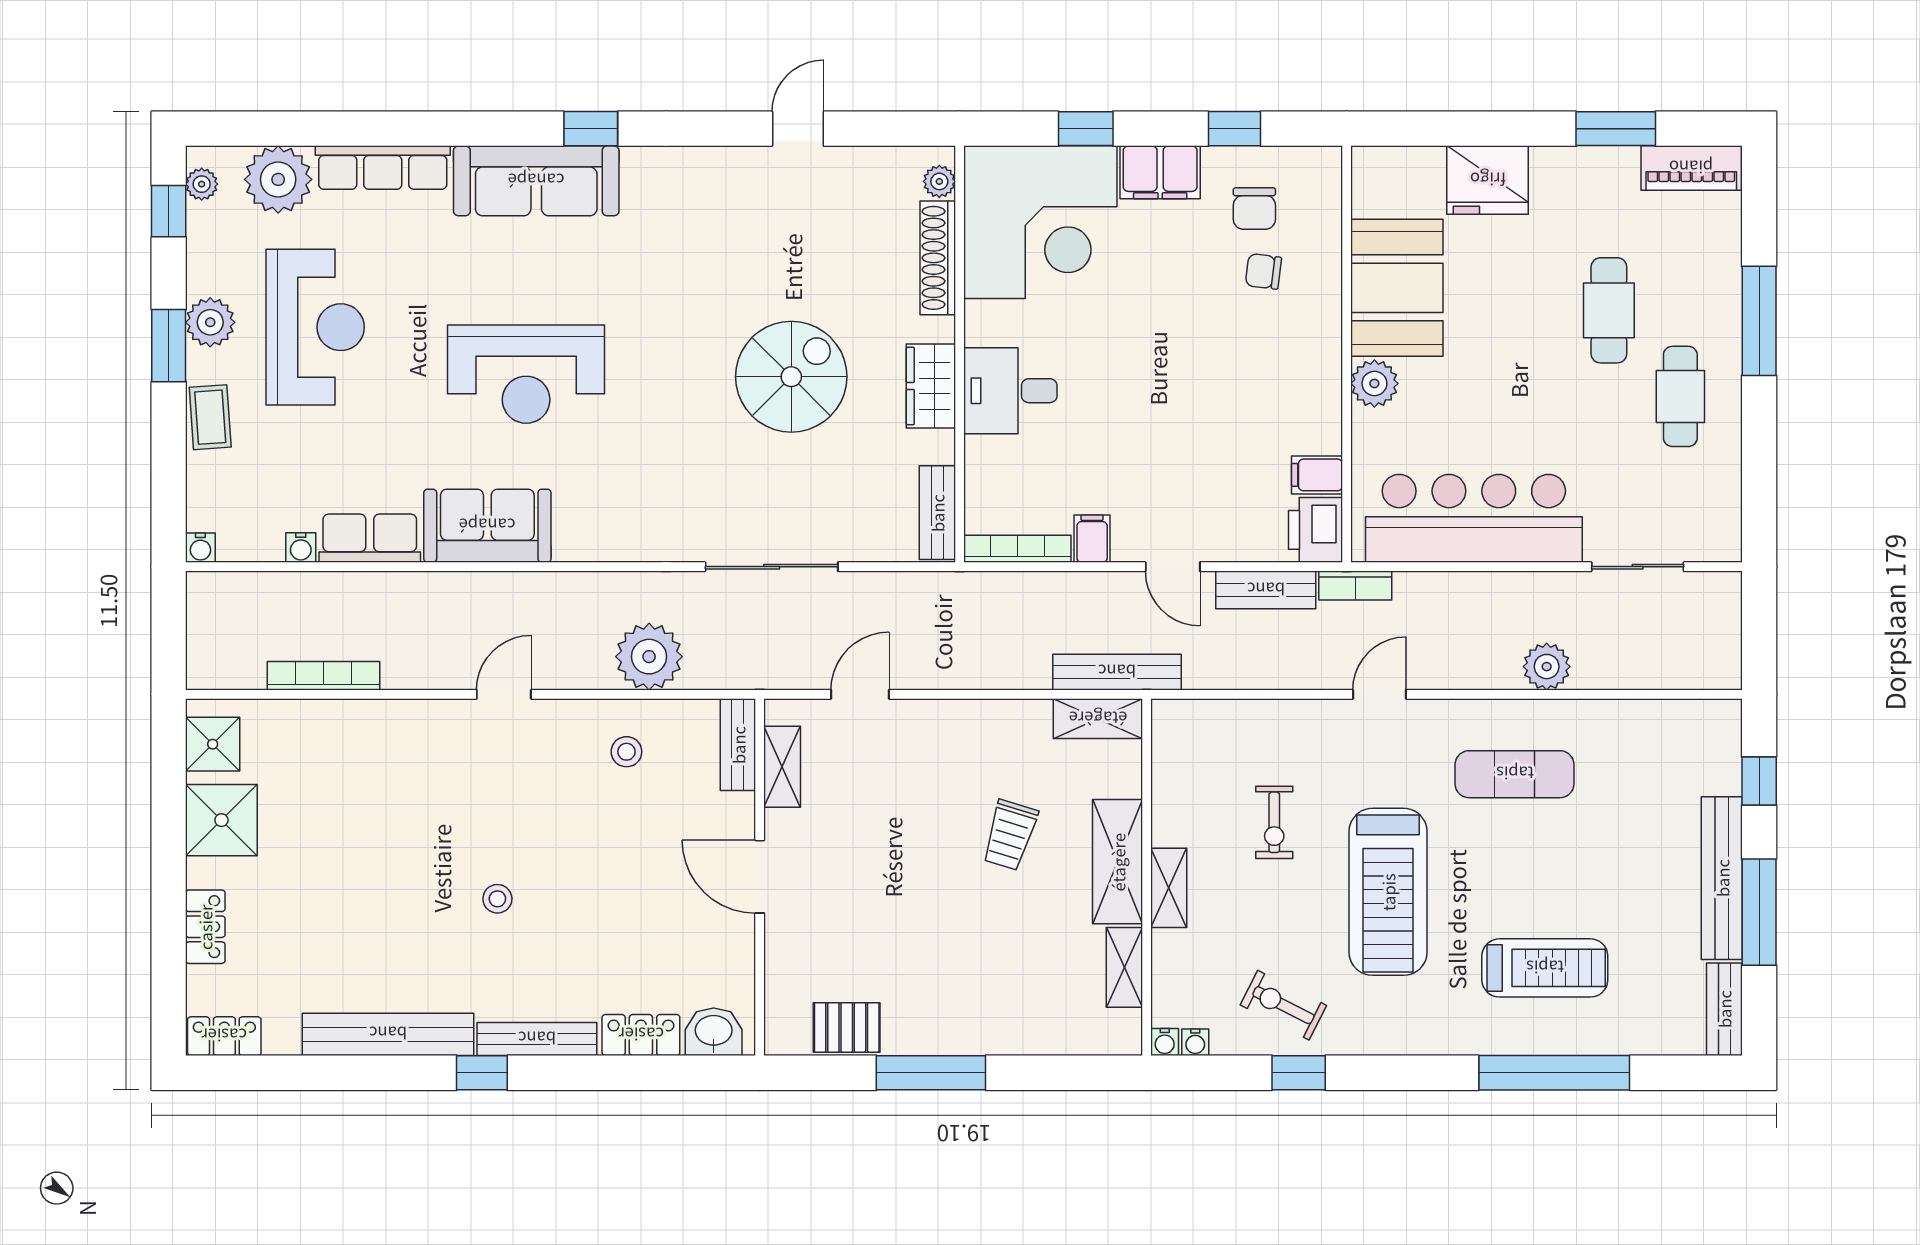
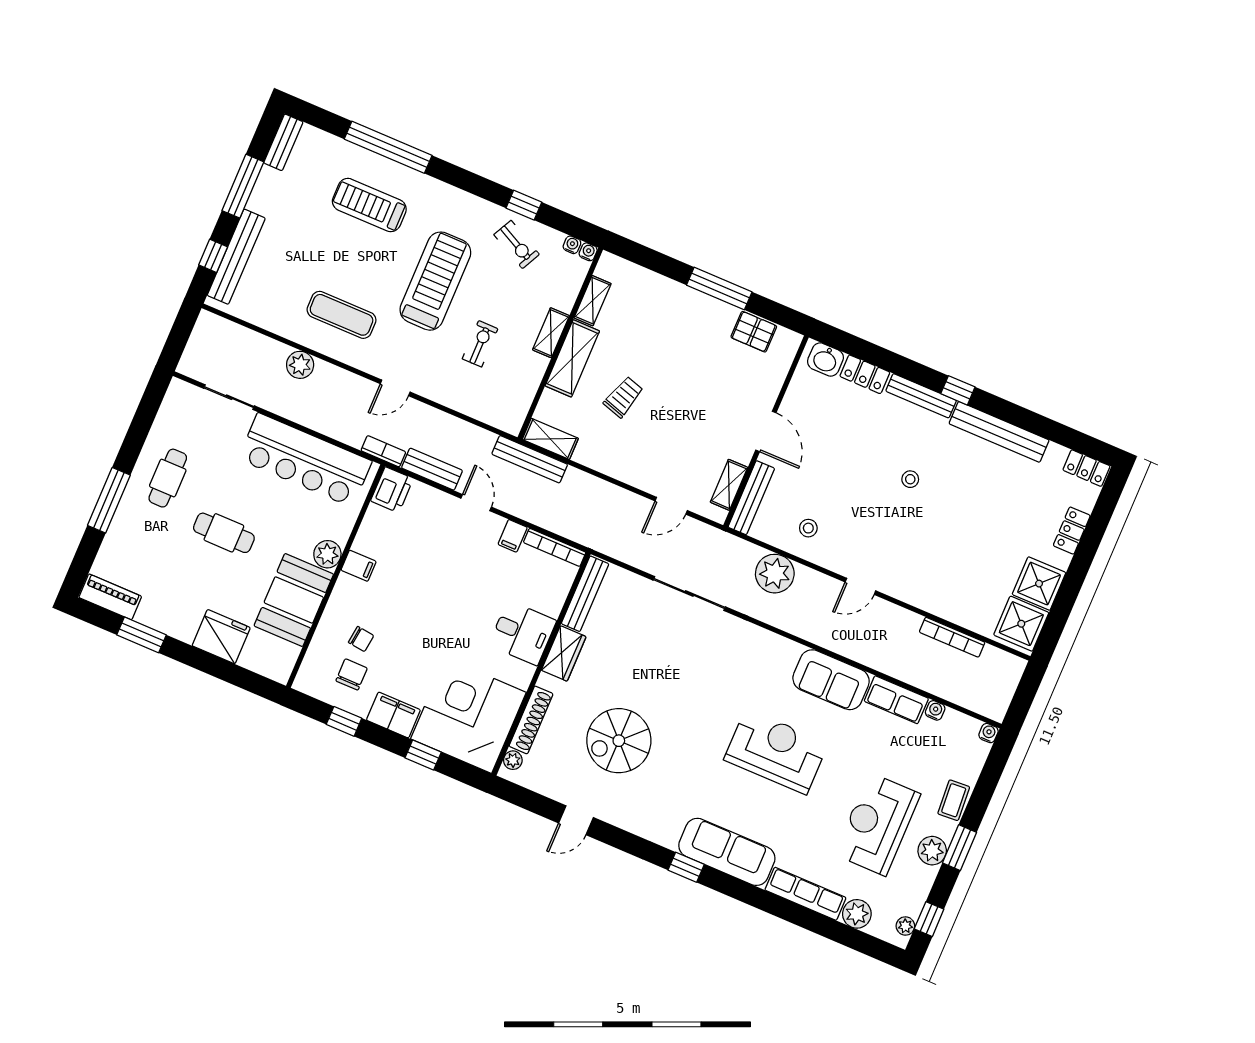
plant: (278, 179) -> (857, 914), width x0.73, depth x0.73
cafe table: (1609, 310) -> (224, 533), moved, turned 90
spiral stairs: (791, 377) -> (619, 741), moved
filing cabinet: (1317, 475) -> (359, 566), moved
bench: (937, 513) -> (585, 594), width x1.36
shower: (213, 744) -> (1021, 624), width x1.36, depth x1.36
bench: (738, 745) -> (751, 498), width x1.36
bench: (1722, 878) -> (236, 257), moved

